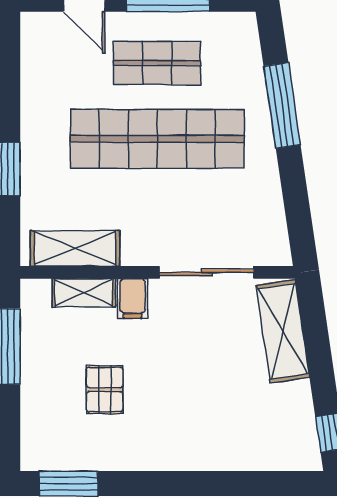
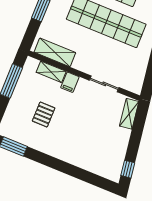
sliding door: (207, 272) -> (104, 84), width x0.73
shelving: (283, 331) -> (129, 114), width x0.67, depth x0.75

